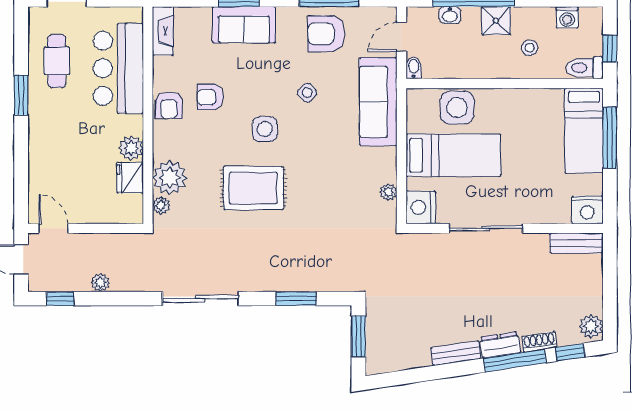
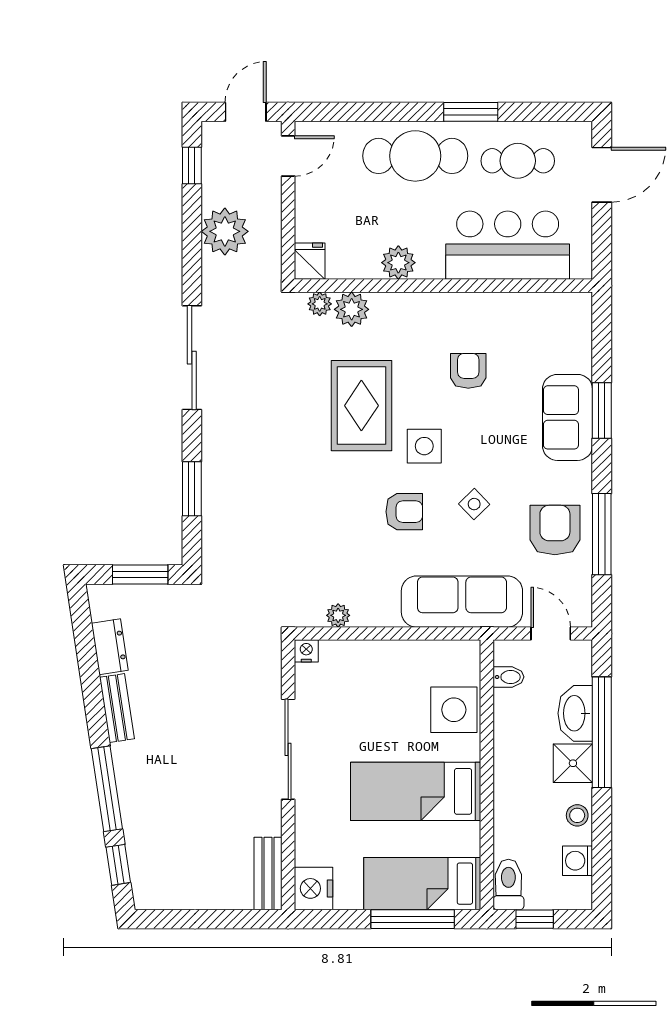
washbasin: (450, 15) -> (575, 713), width x1.91, depth x1.45
fireplace: (163, 31) -> (559, 306), removed
stool: (530, 48) -> (577, 815), moved
bidet: (414, 68) -> (508, 677), moved
armchair: (169, 105) -> (404, 512), moved, turned 180
cafe table: (53, 136) -> (415, 156), added
bed: (453, 155) -> (416, 791), moved, turned 90
plant: (170, 177) -> (352, 309), width x0.73, depth x0.73
fridge: (130, 178) -> (310, 261), moved, width x0.72
rug: (253, 188) -> (361, 406), moved
nightstand: (421, 207) -> (306, 651), width x0.53, depth x0.56
plant: (100, 283) -> (225, 231), width x1.88, depth x1.88
plant: (591, 326) -> (154, 893), removed
shoe rack: (539, 342) -> (133, 823), removed
dresser: (500, 345) -> (110, 647), moved

